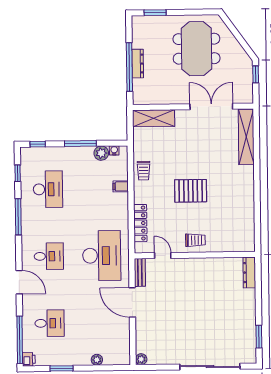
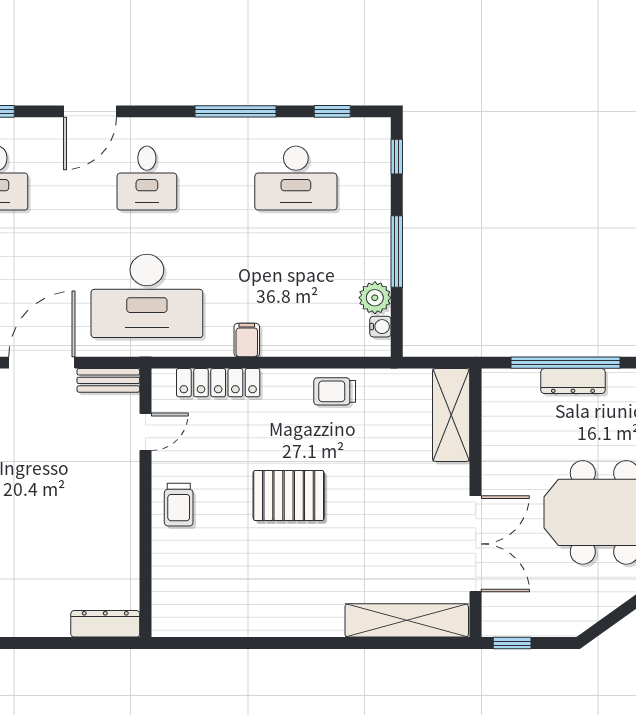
window: (256, 74) -> (512, 643), moved
filing cabinet: (121, 186) -> (247, 340), moved
pallet: (191, 191) -> (289, 495), turned 90

